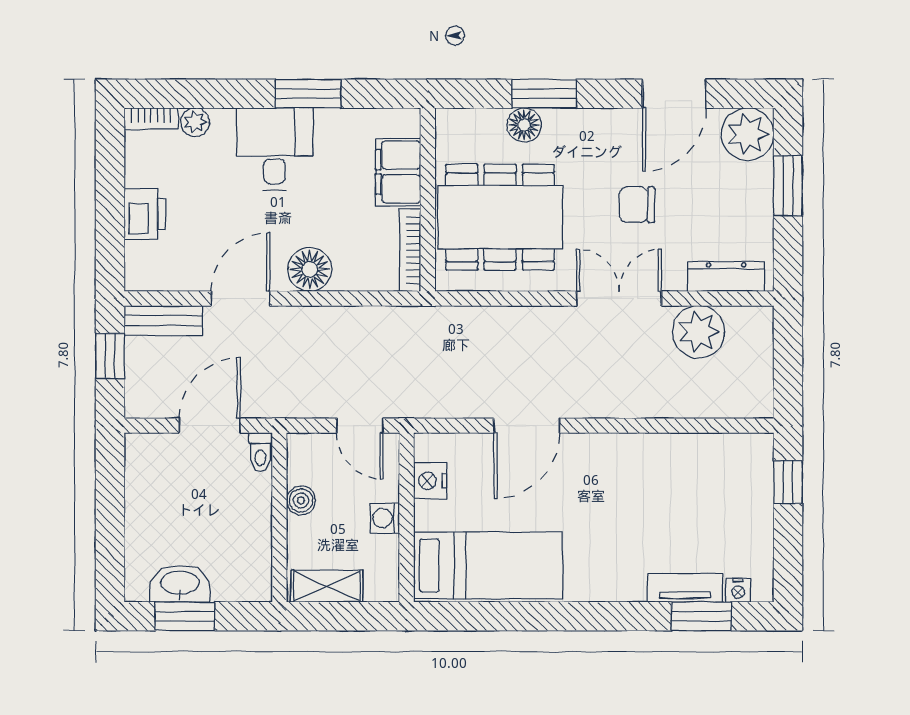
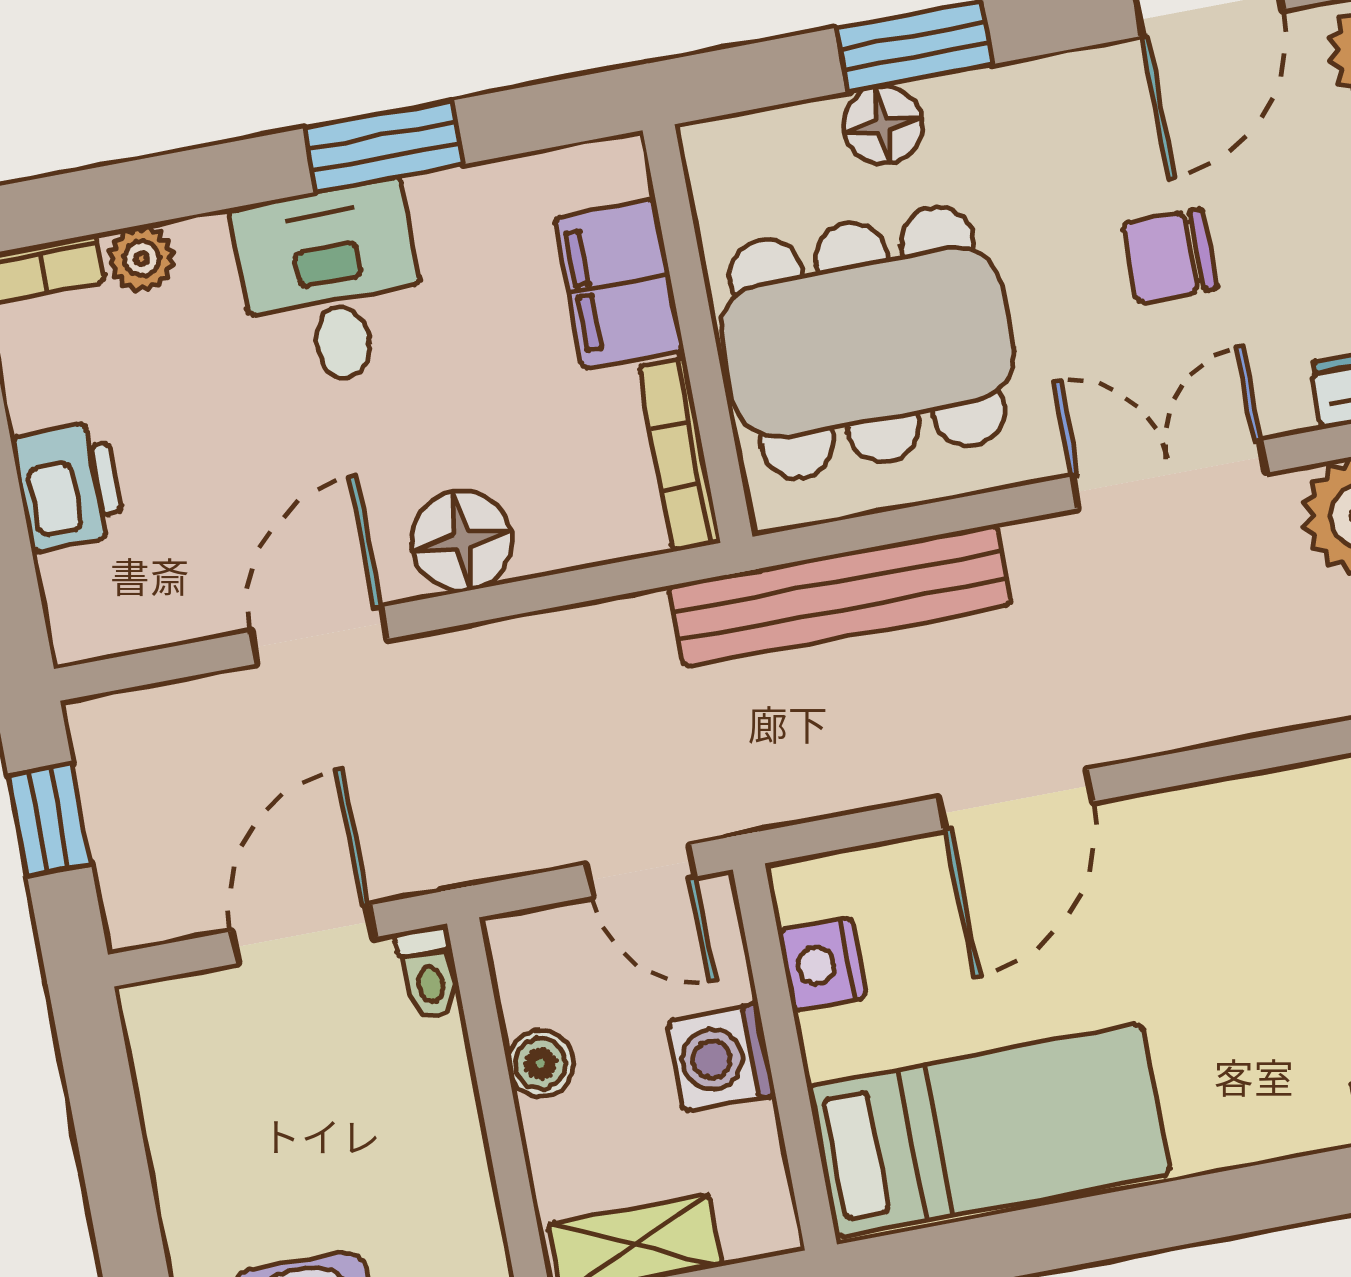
bench: (163, 321) -> (840, 596), moved, width x1.86, depth x1.21
washing machine: (385, 518) -> (721, 1058), width x1.38, depth x1.38

